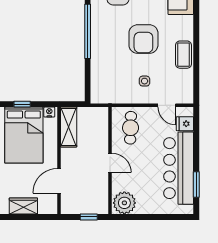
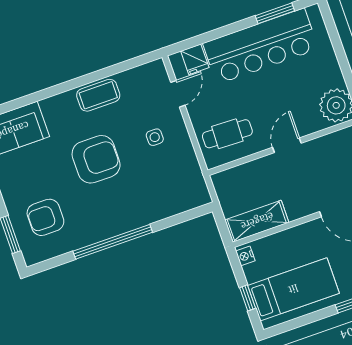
bed: (24, 135) -> (293, 289), width x0.67

